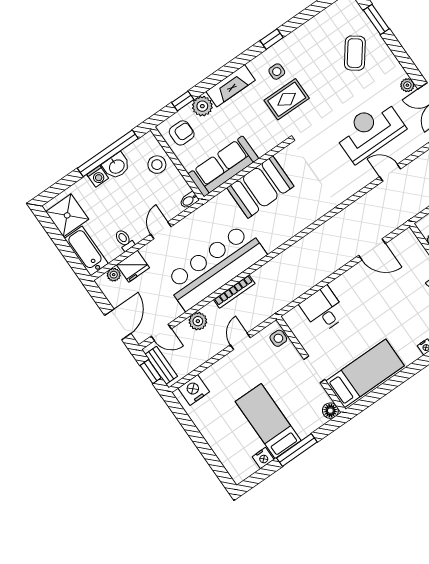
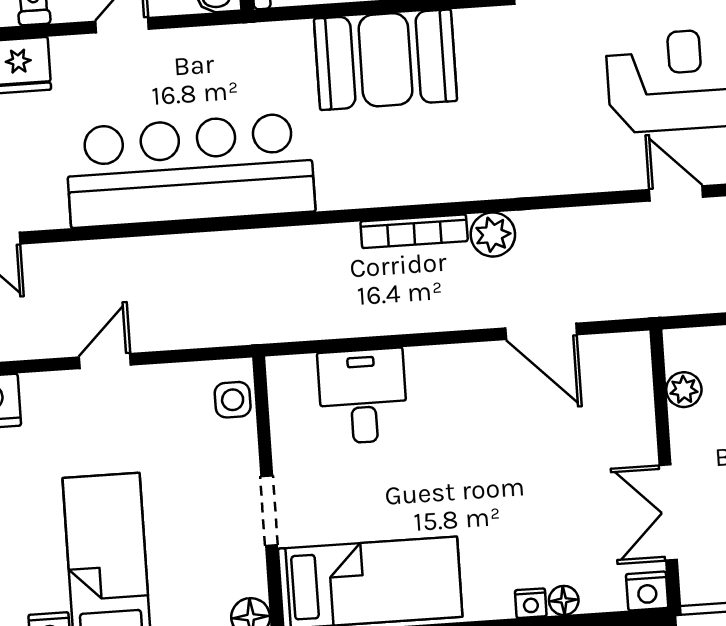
bookcase: (234, 292) -> (414, 231), moved
plant: (198, 321) -> (493, 235), moved
door: (240, 341) -> (105, 361), moved

